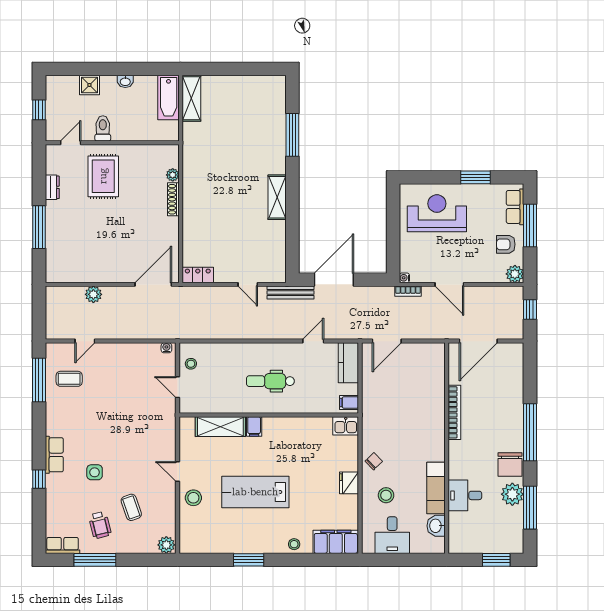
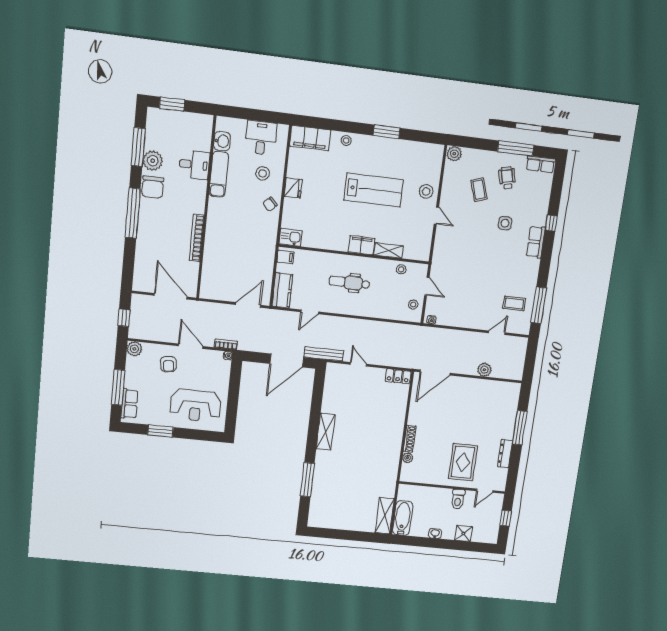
dresser: (52, 187) -> (505, 454), width x1.44
armchair: (506, 244) -> (168, 364), moved, turned 83
door: (478, 341) -> (171, 296), hinge flipped
dental chair: (270, 381) -> (349, 283), turned 180
stool: (211, 404) -> (401, 269), added
shelving: (220, 427) -> (389, 251), width x0.67, depth x0.75
filing cabinet: (254, 427) -> (361, 245), width x2.00
chair: (510, 464) -> (153, 187), turned 180

